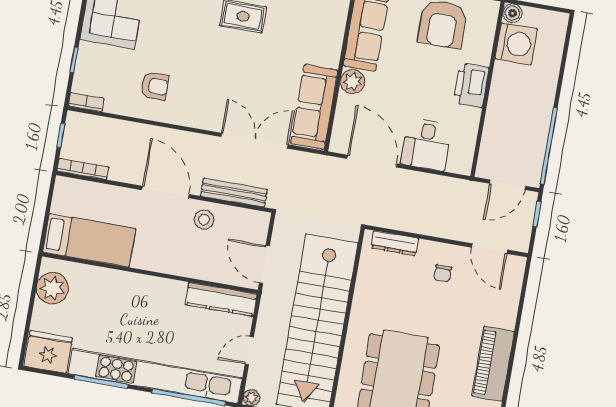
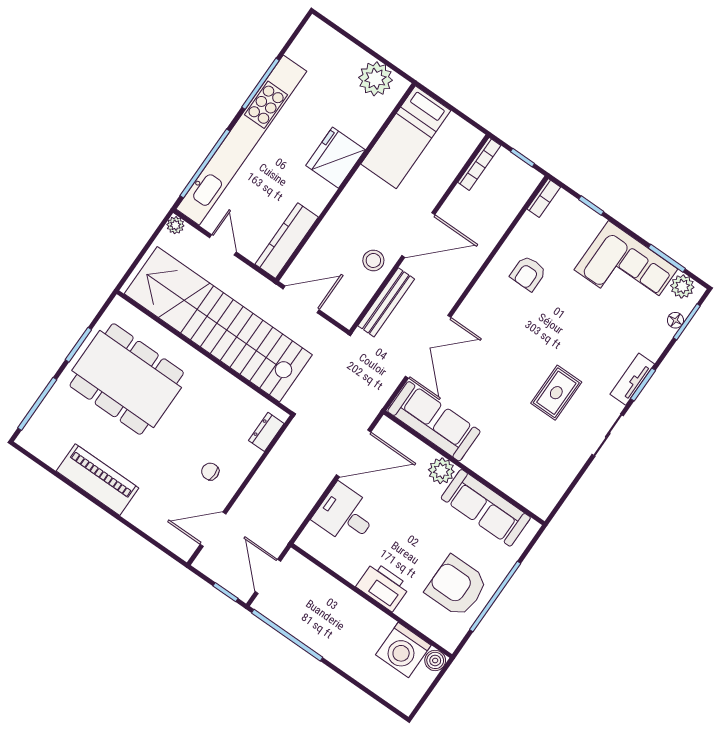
dresser: (395, 243) -> (266, 432), width x0.70
fridge: (48, 352) -> (335, 158), moved, turned 180

